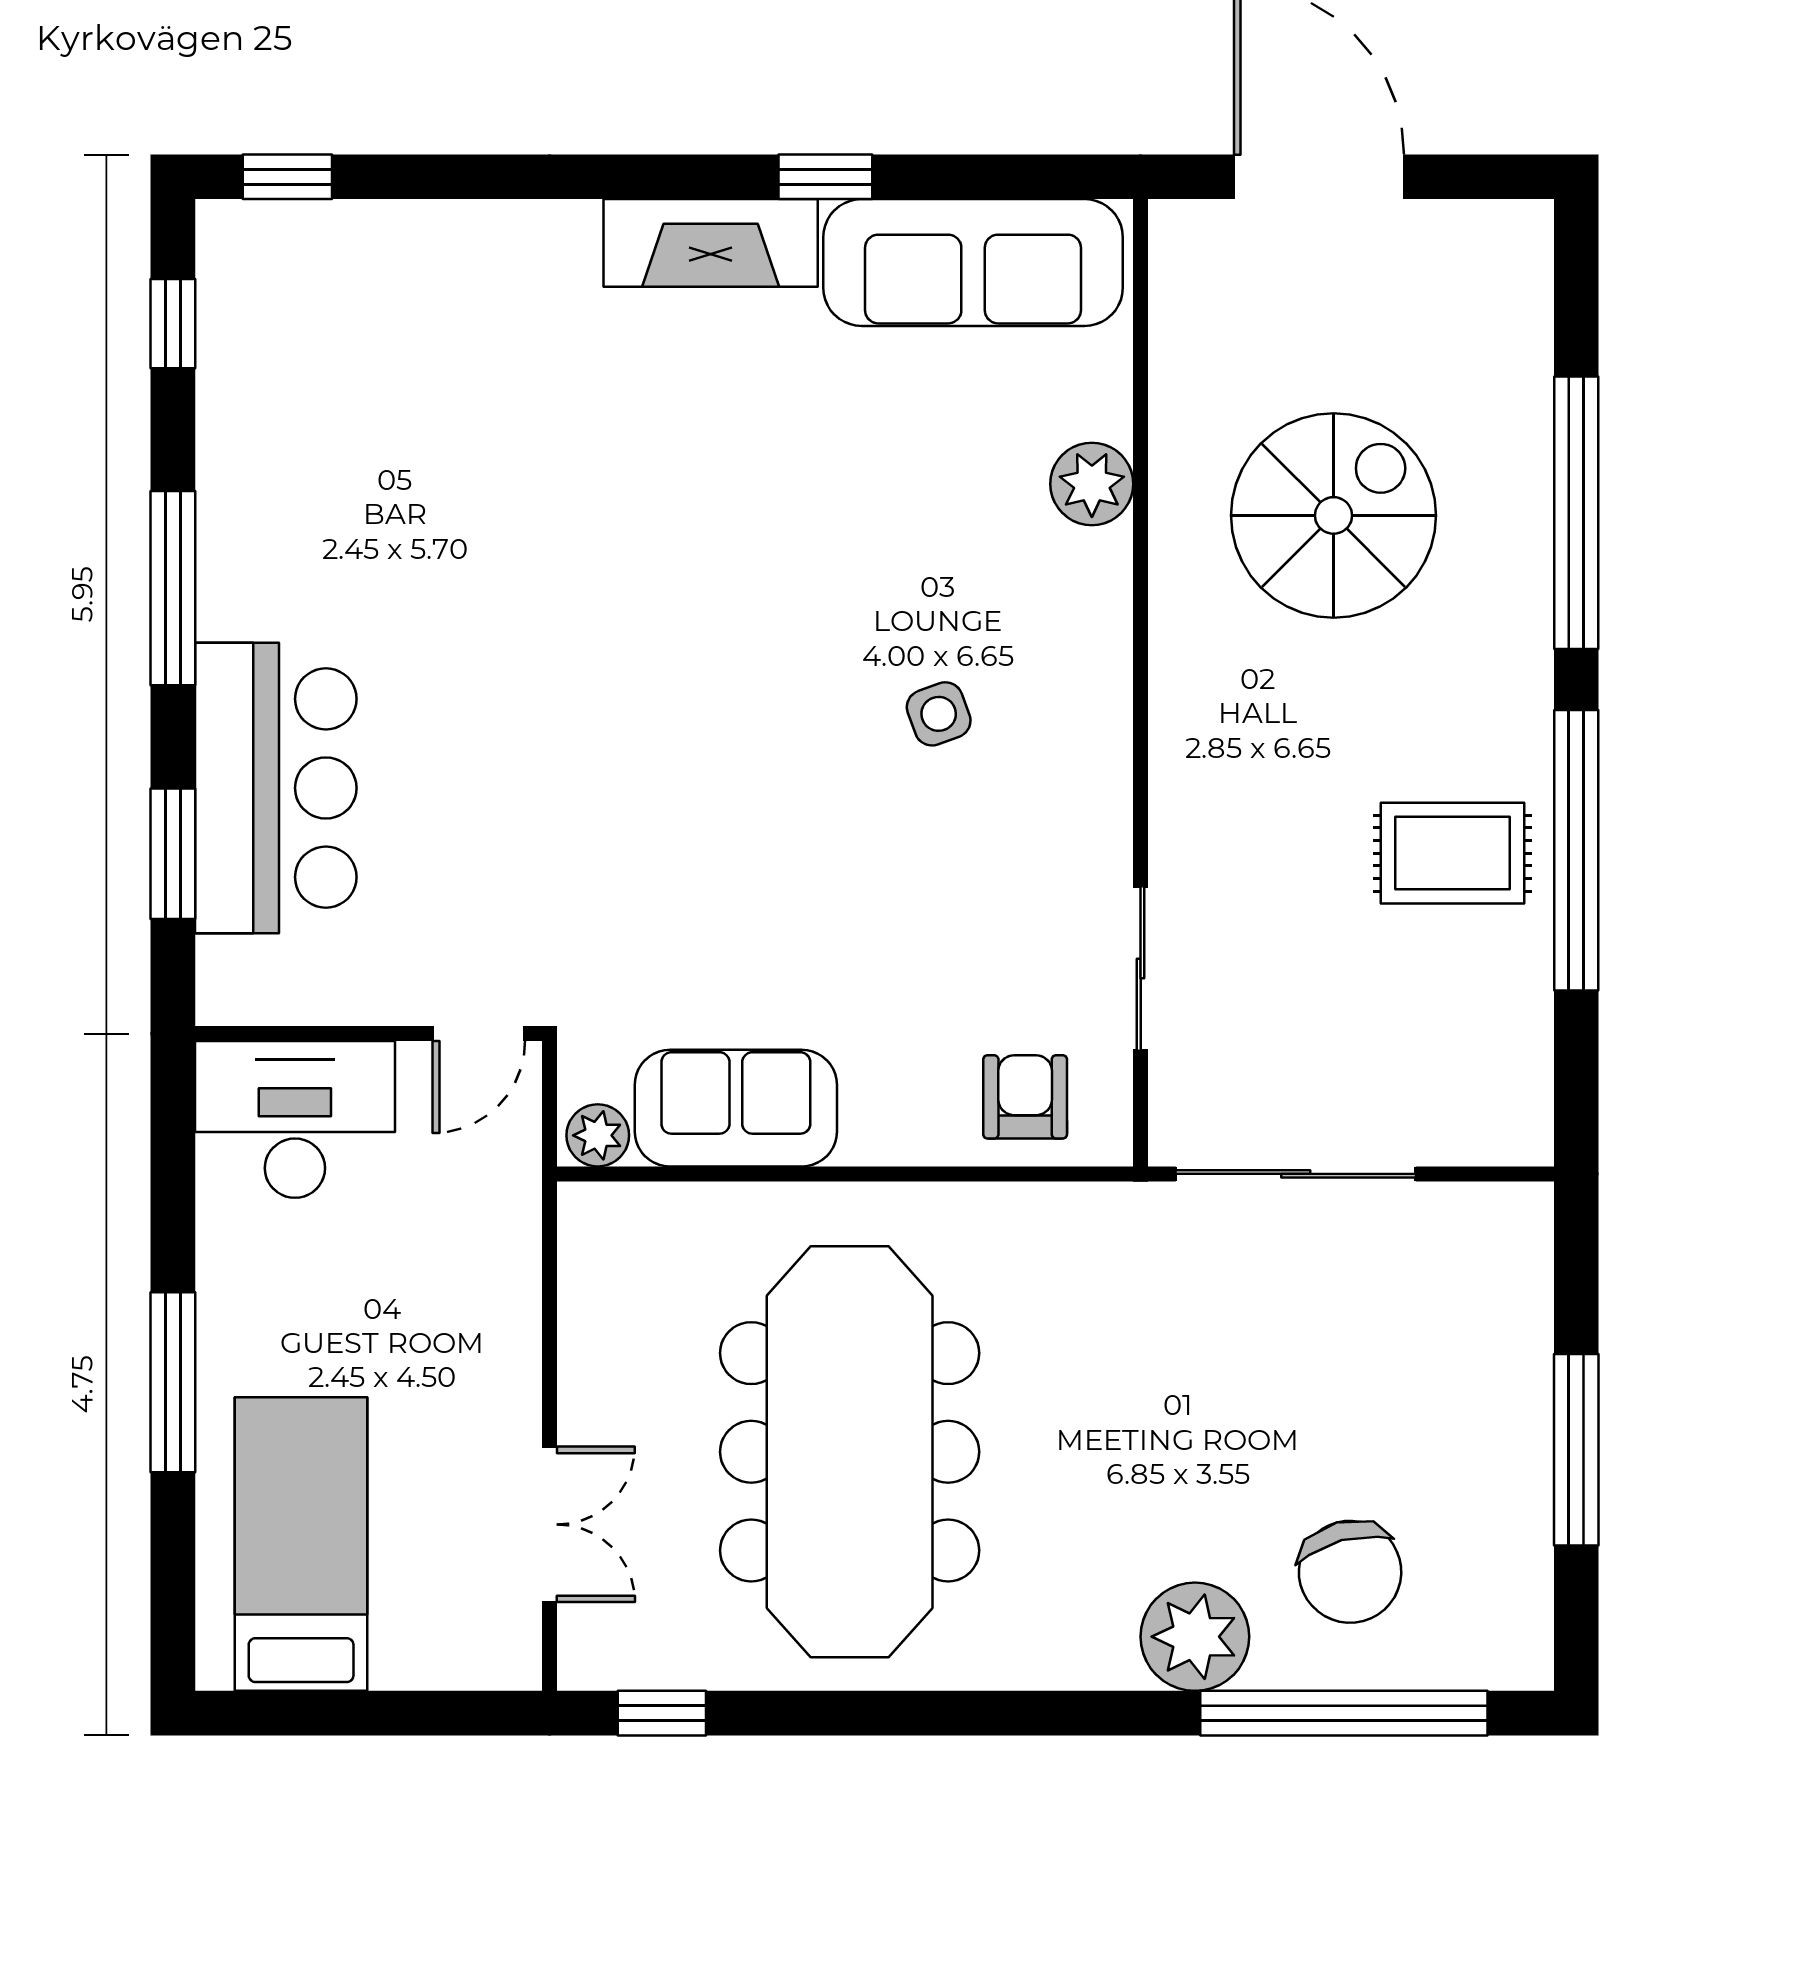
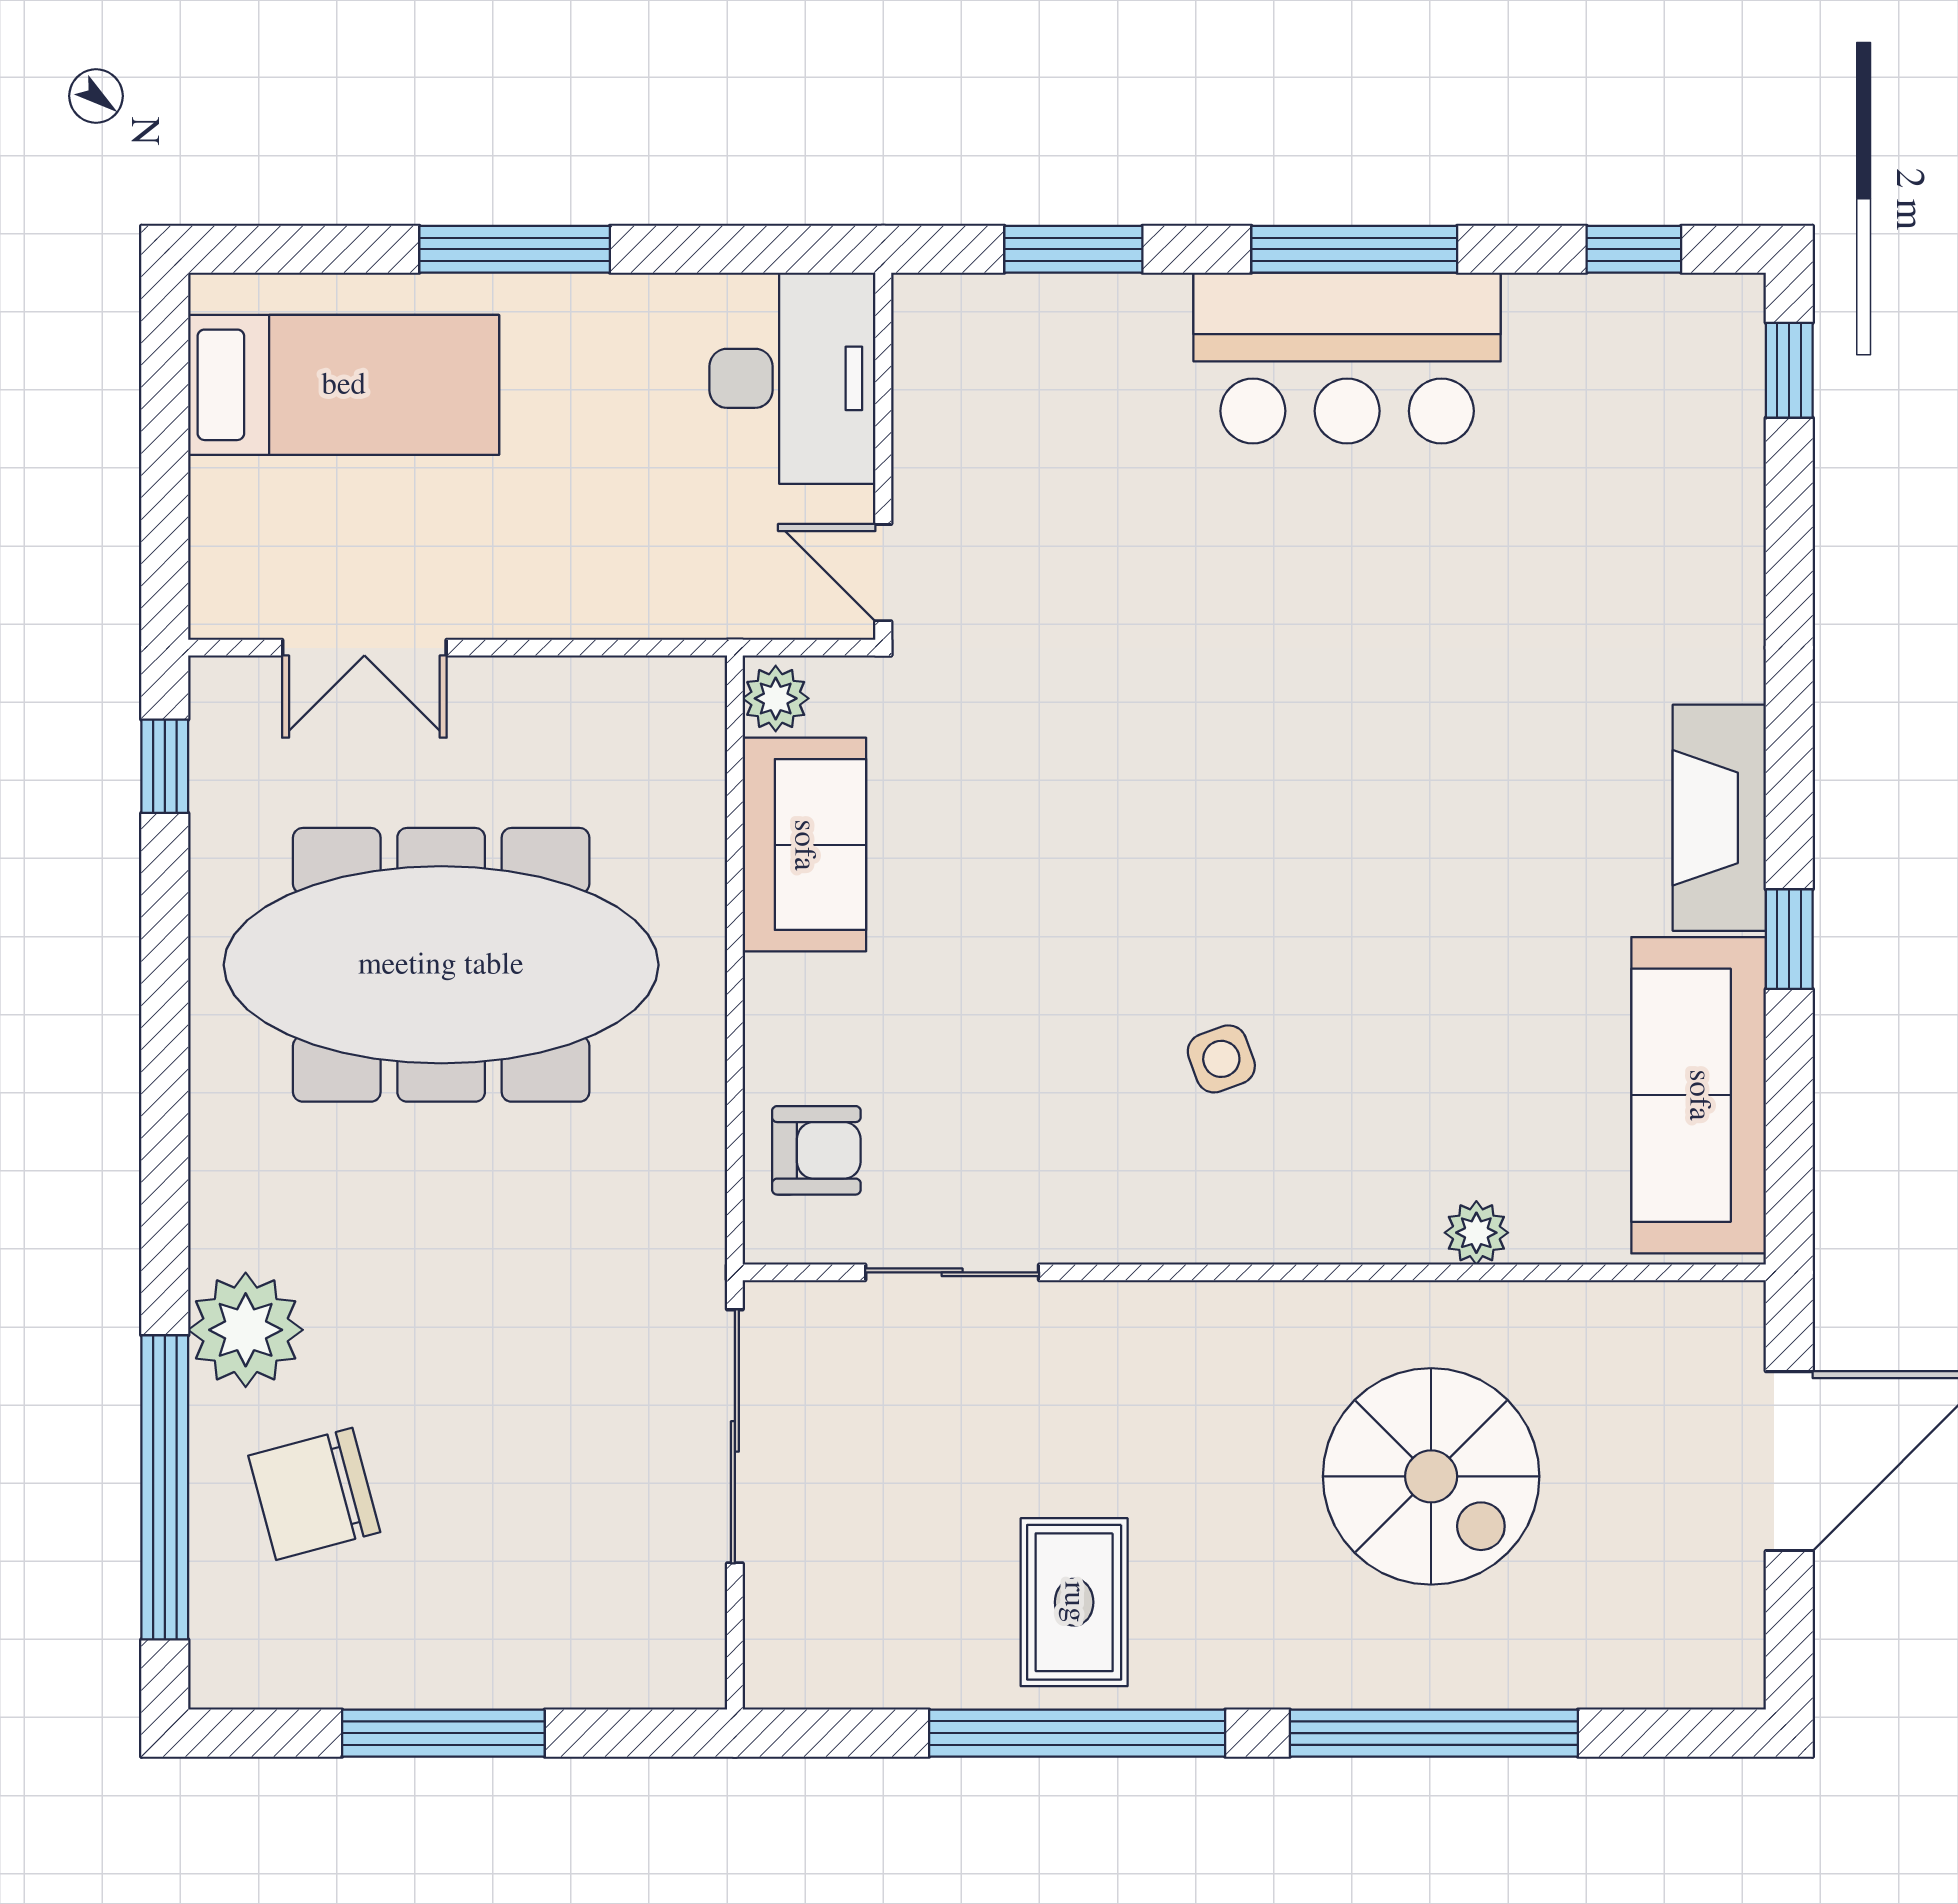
plant: (1092, 484) -> (1476, 1233), width x0.73, depth x0.73
bar counter: (276, 788) -> (1347, 358), moved

